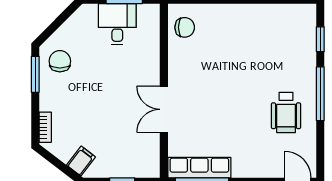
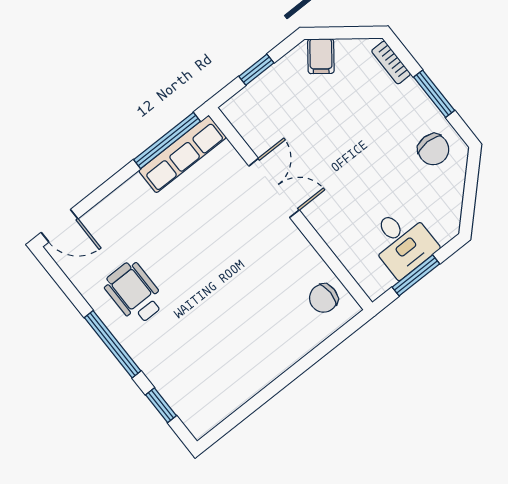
window: (35, 74) -> (434, 94), moved

